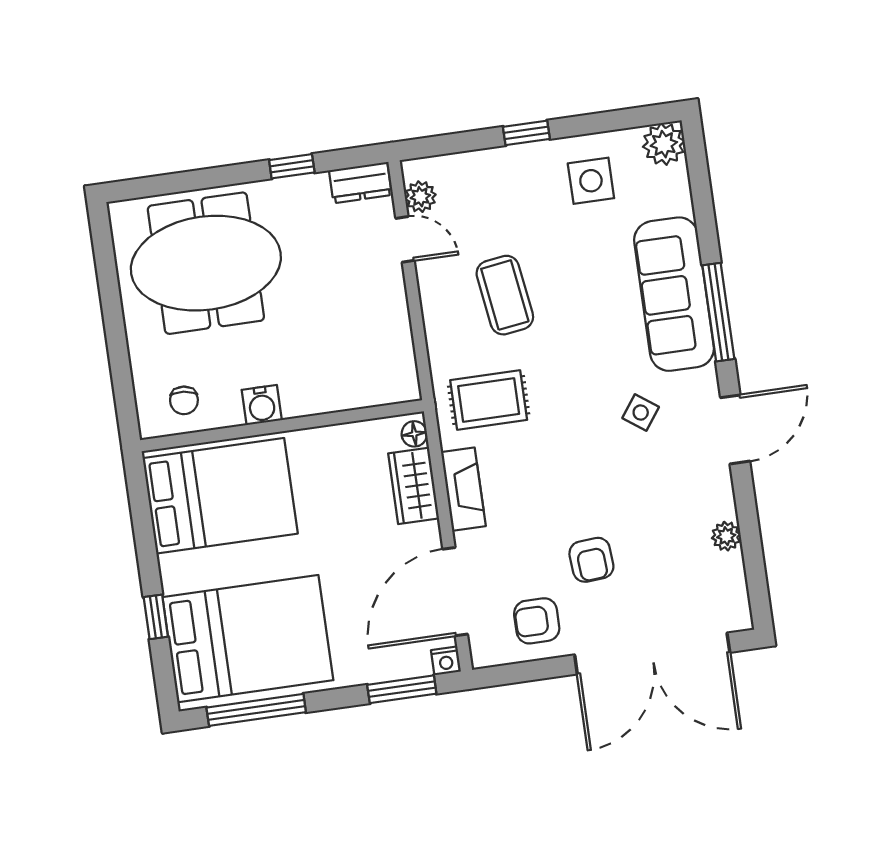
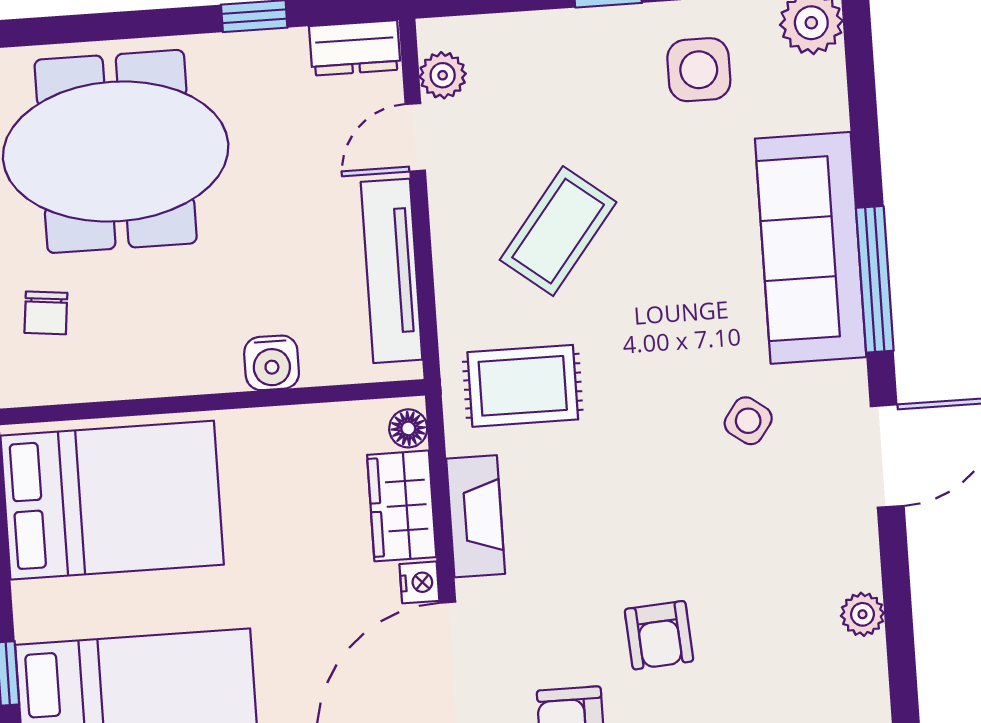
door: (405, 239) -> (415, 137), swing flipped
coffee table: (505, 295) -> (558, 231), turned 46
tv unit: (396, 330) -> (392, 271), added
chair: (184, 400) -> (46, 313), moved
water cooler: (262, 405) -> (272, 363), moved
nightstand: (429, 536) -> (419, 582), added

